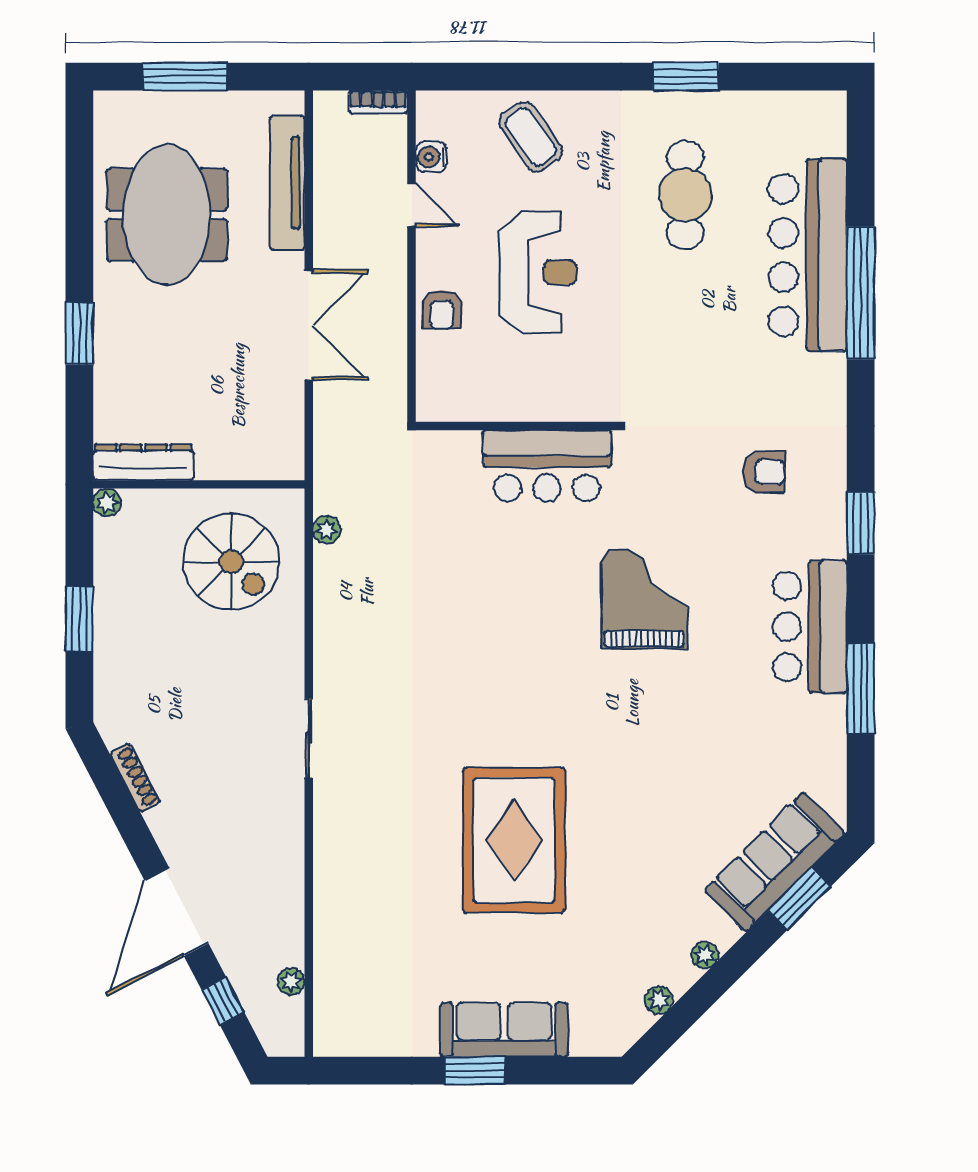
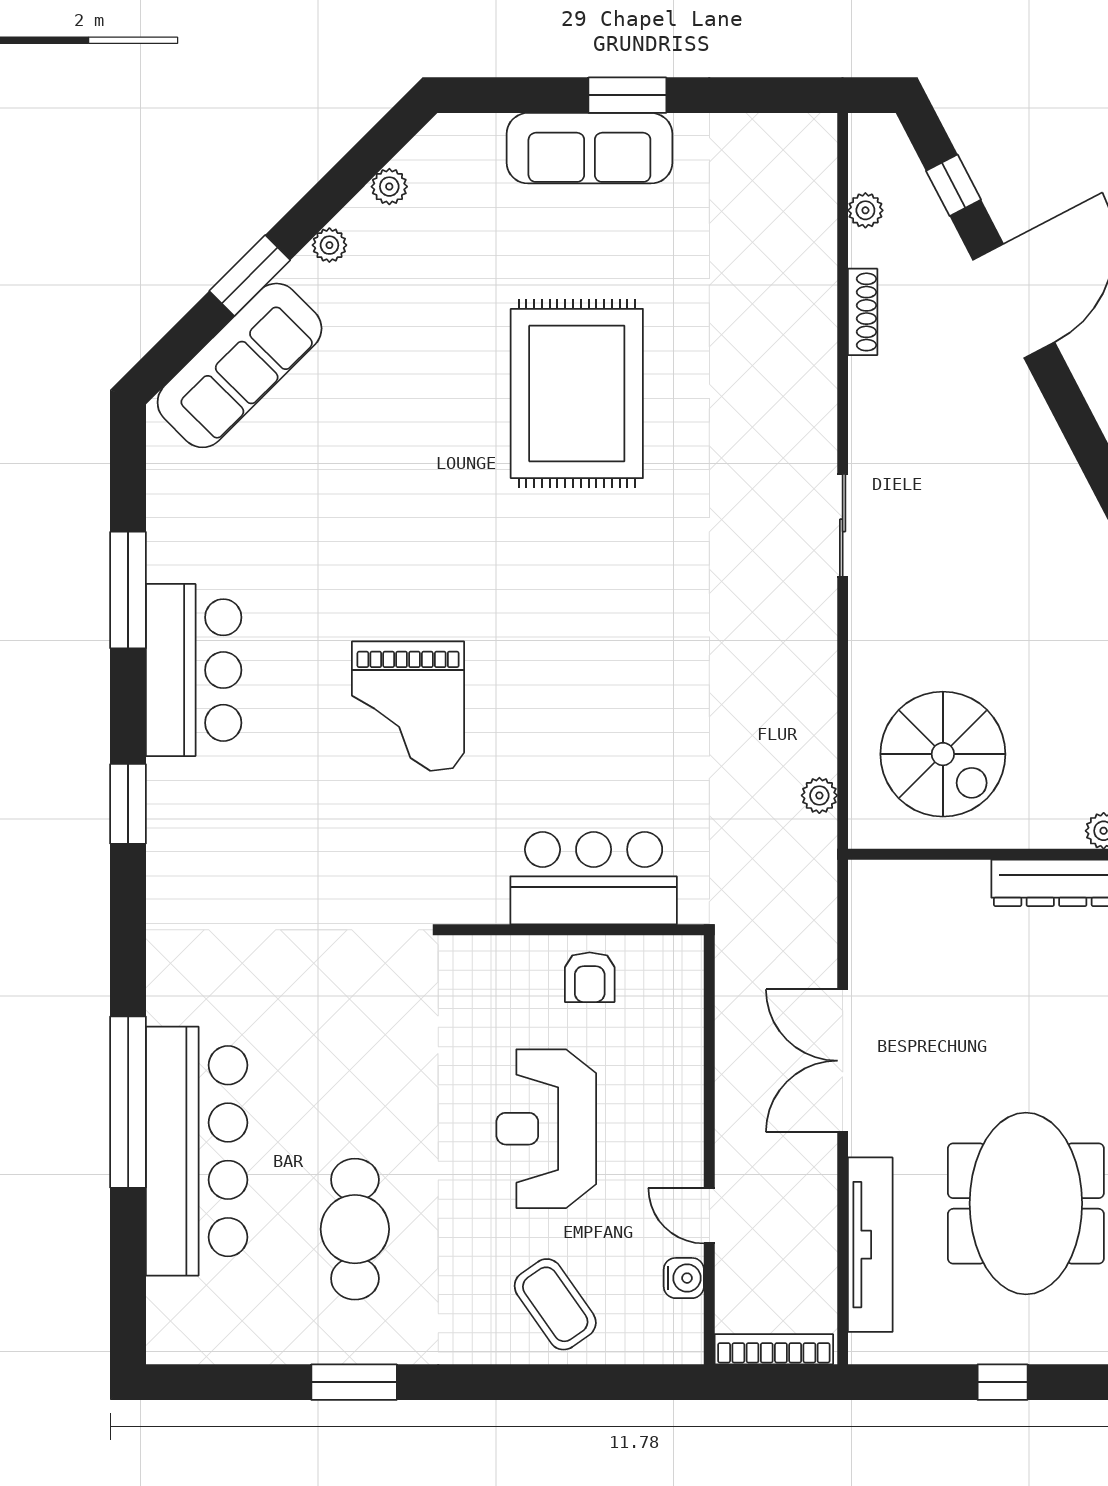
window: (185, 77) -> (1003, 1382), width x0.46
bookcase: (378, 102) -> (774, 1349), width x1.56
armchair: (442, 309) -> (590, 977), moved, turned 180
bar counter: (547, 466) -> (594, 878), moved
armchair: (764, 472) -> (253, 870), removed
spiral stairs: (231, 562) -> (943, 754), turned 180
shoe rack: (135, 778) -> (863, 312), moved, turned -152
window: (799, 899) -> (250, 275), moved

